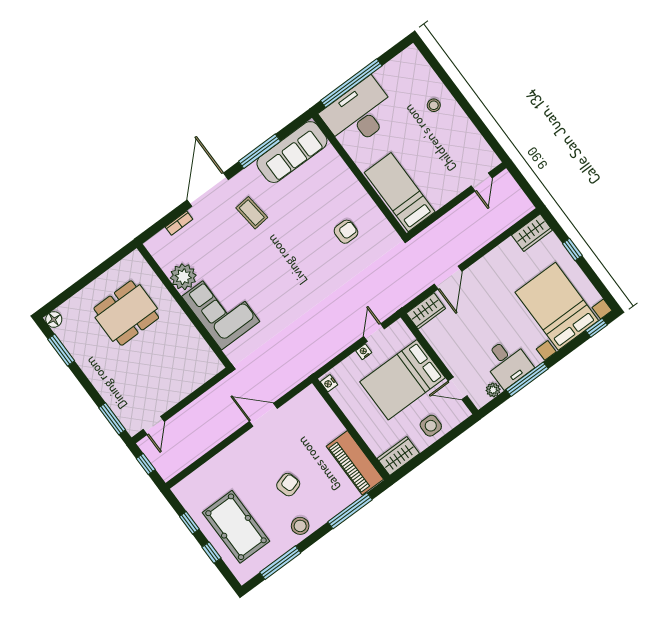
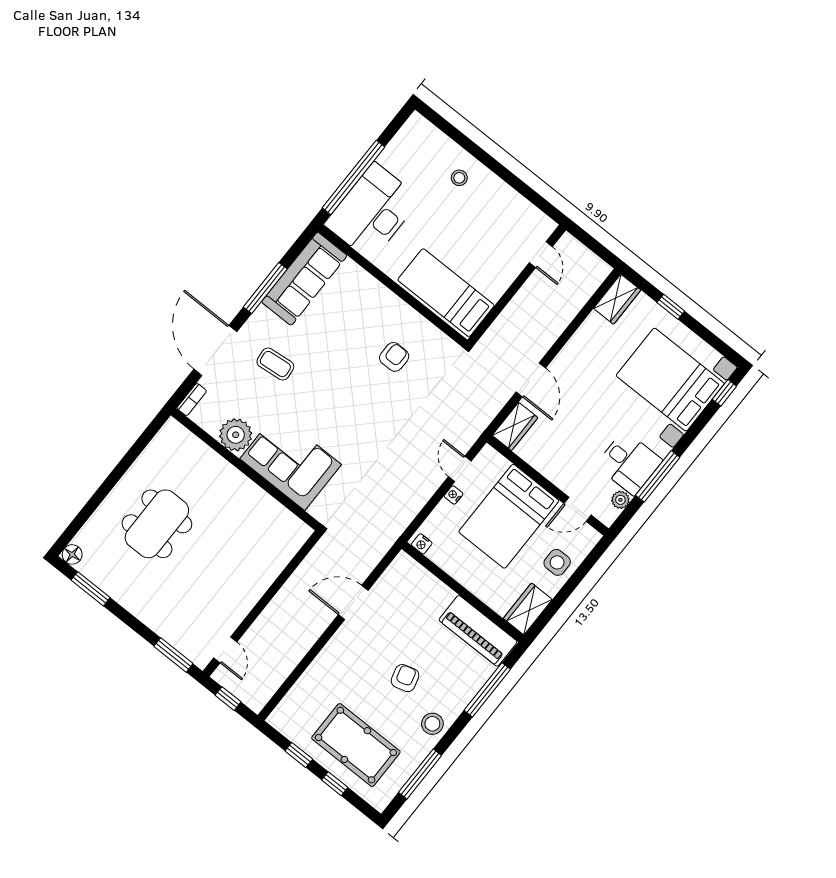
plant: (183, 277) -> (236, 435), moved
wall: (184, 306) -> (246, 469), moved
corner sofa: (221, 309) -> (291, 462), moved

